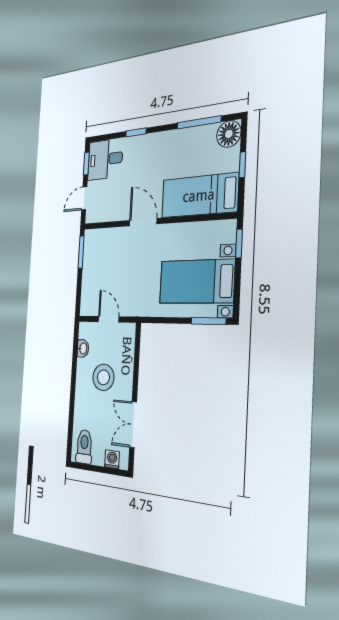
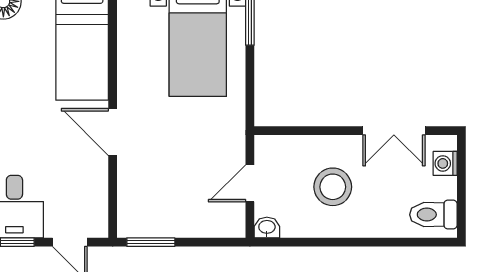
door: (143, 222) -> (113, 132), hinge flipped
washbasin: (83, 348) -> (267, 228), moved

